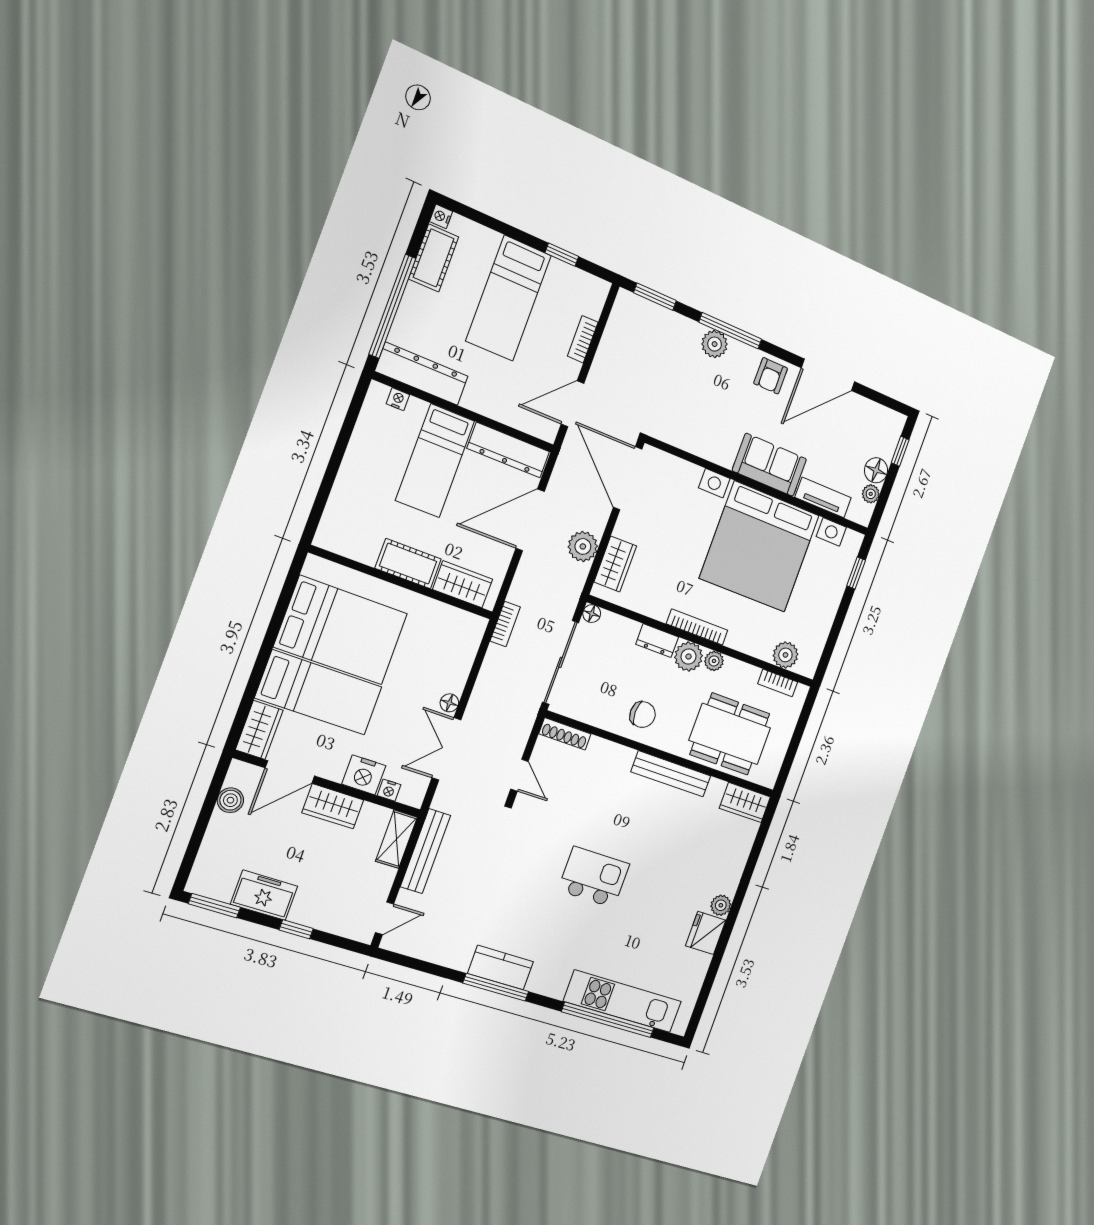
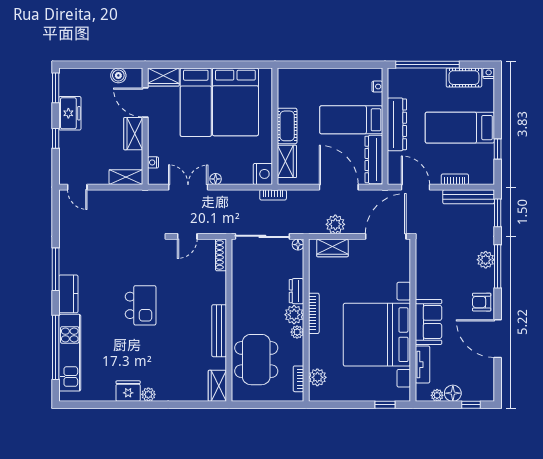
dresser: (422, 374) -> (397, 124), moved
chair: (643, 715) -> (249, 299), removed
nightstand: (364, 775) -> (263, 174), moved, turned 180
bench: (426, 851) -> (469, 197), moved
kitchen counter: (501, 967) -> (68, 294), moved

